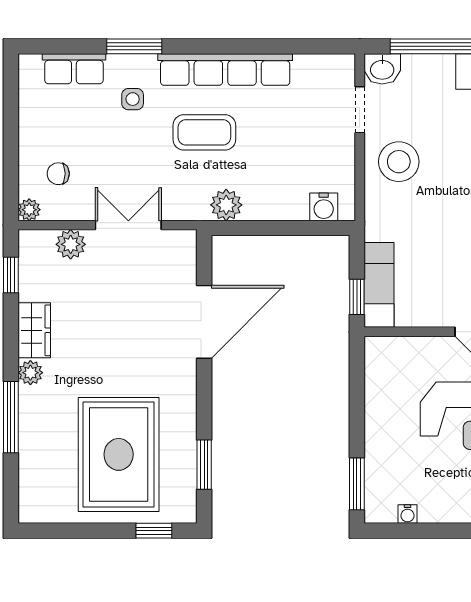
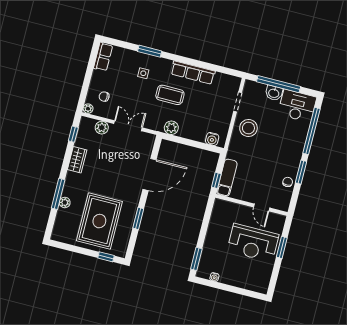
row of seats: (74, 69) -> (103, 57), moved, turned -90
washbasin: (382, 69) -> (274, 93), moved
row of seats: (225, 70) -> (193, 73), width x0.73
plant: (30, 373) -> (65, 202), moved
window: (204, 465) -> (138, 218), moved

